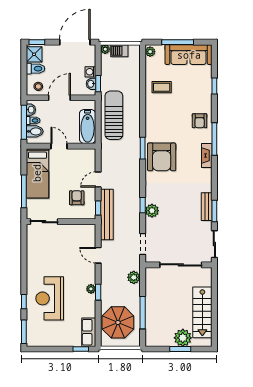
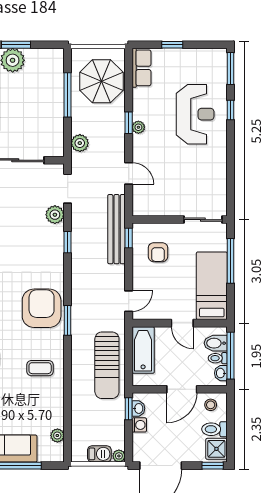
plant: (150, 52) -> (57, 435), moved
coffee table: (162, 87) -> (40, 368), moved
door: (98, 179) -> (129, 301), moved
plant: (152, 211) -> (55, 215), moved
window: (81, 349) -> (172, 45), moved

